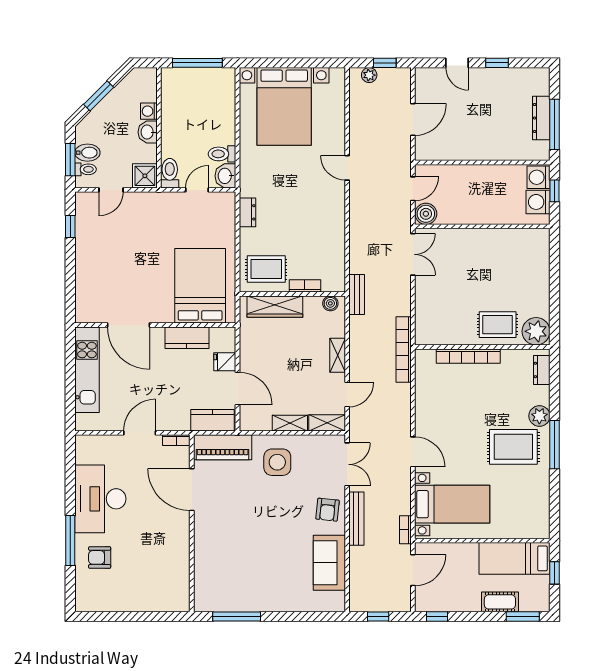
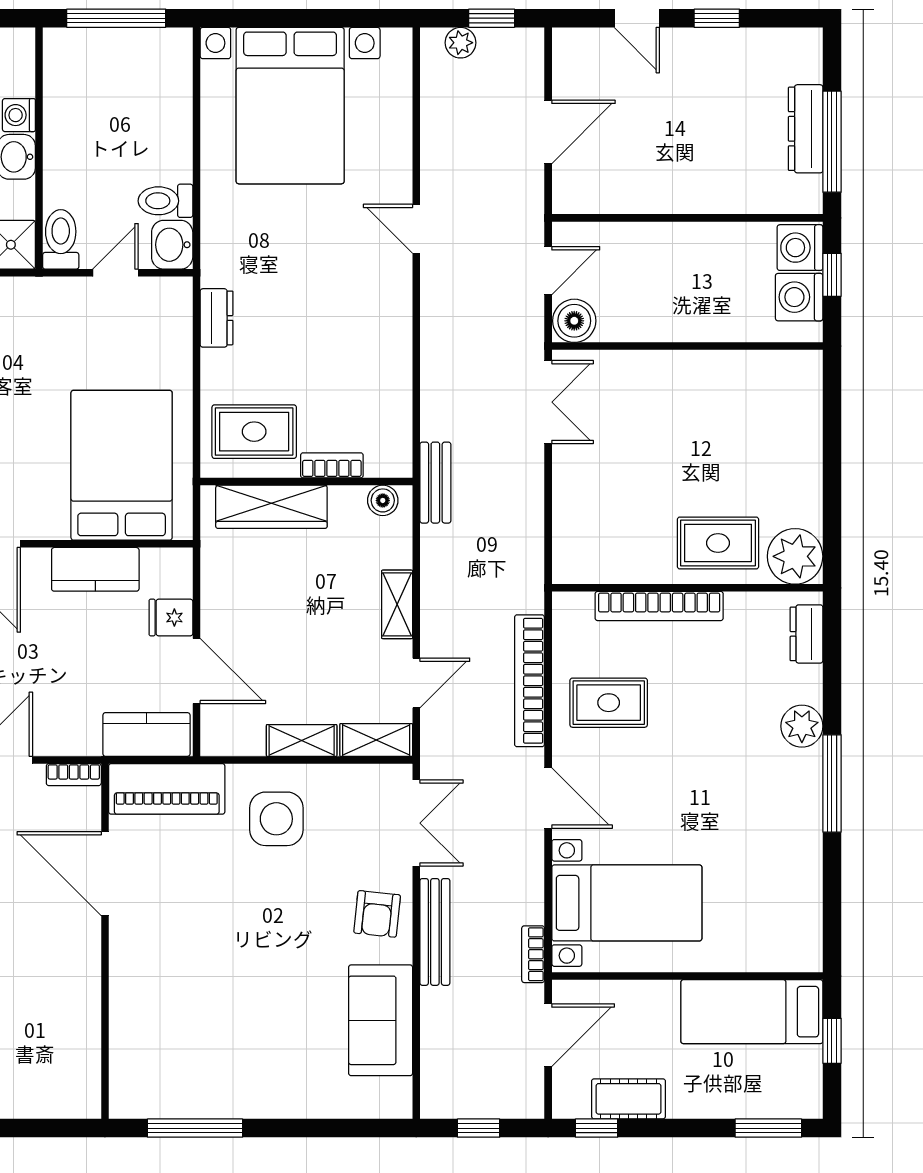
bookcase: (404, 349) -> (529, 681), moved
rug: (513, 447) -> (609, 703), moved, width x0.73, depth x0.70
cot: (500, 602) -> (629, 1099), moved

